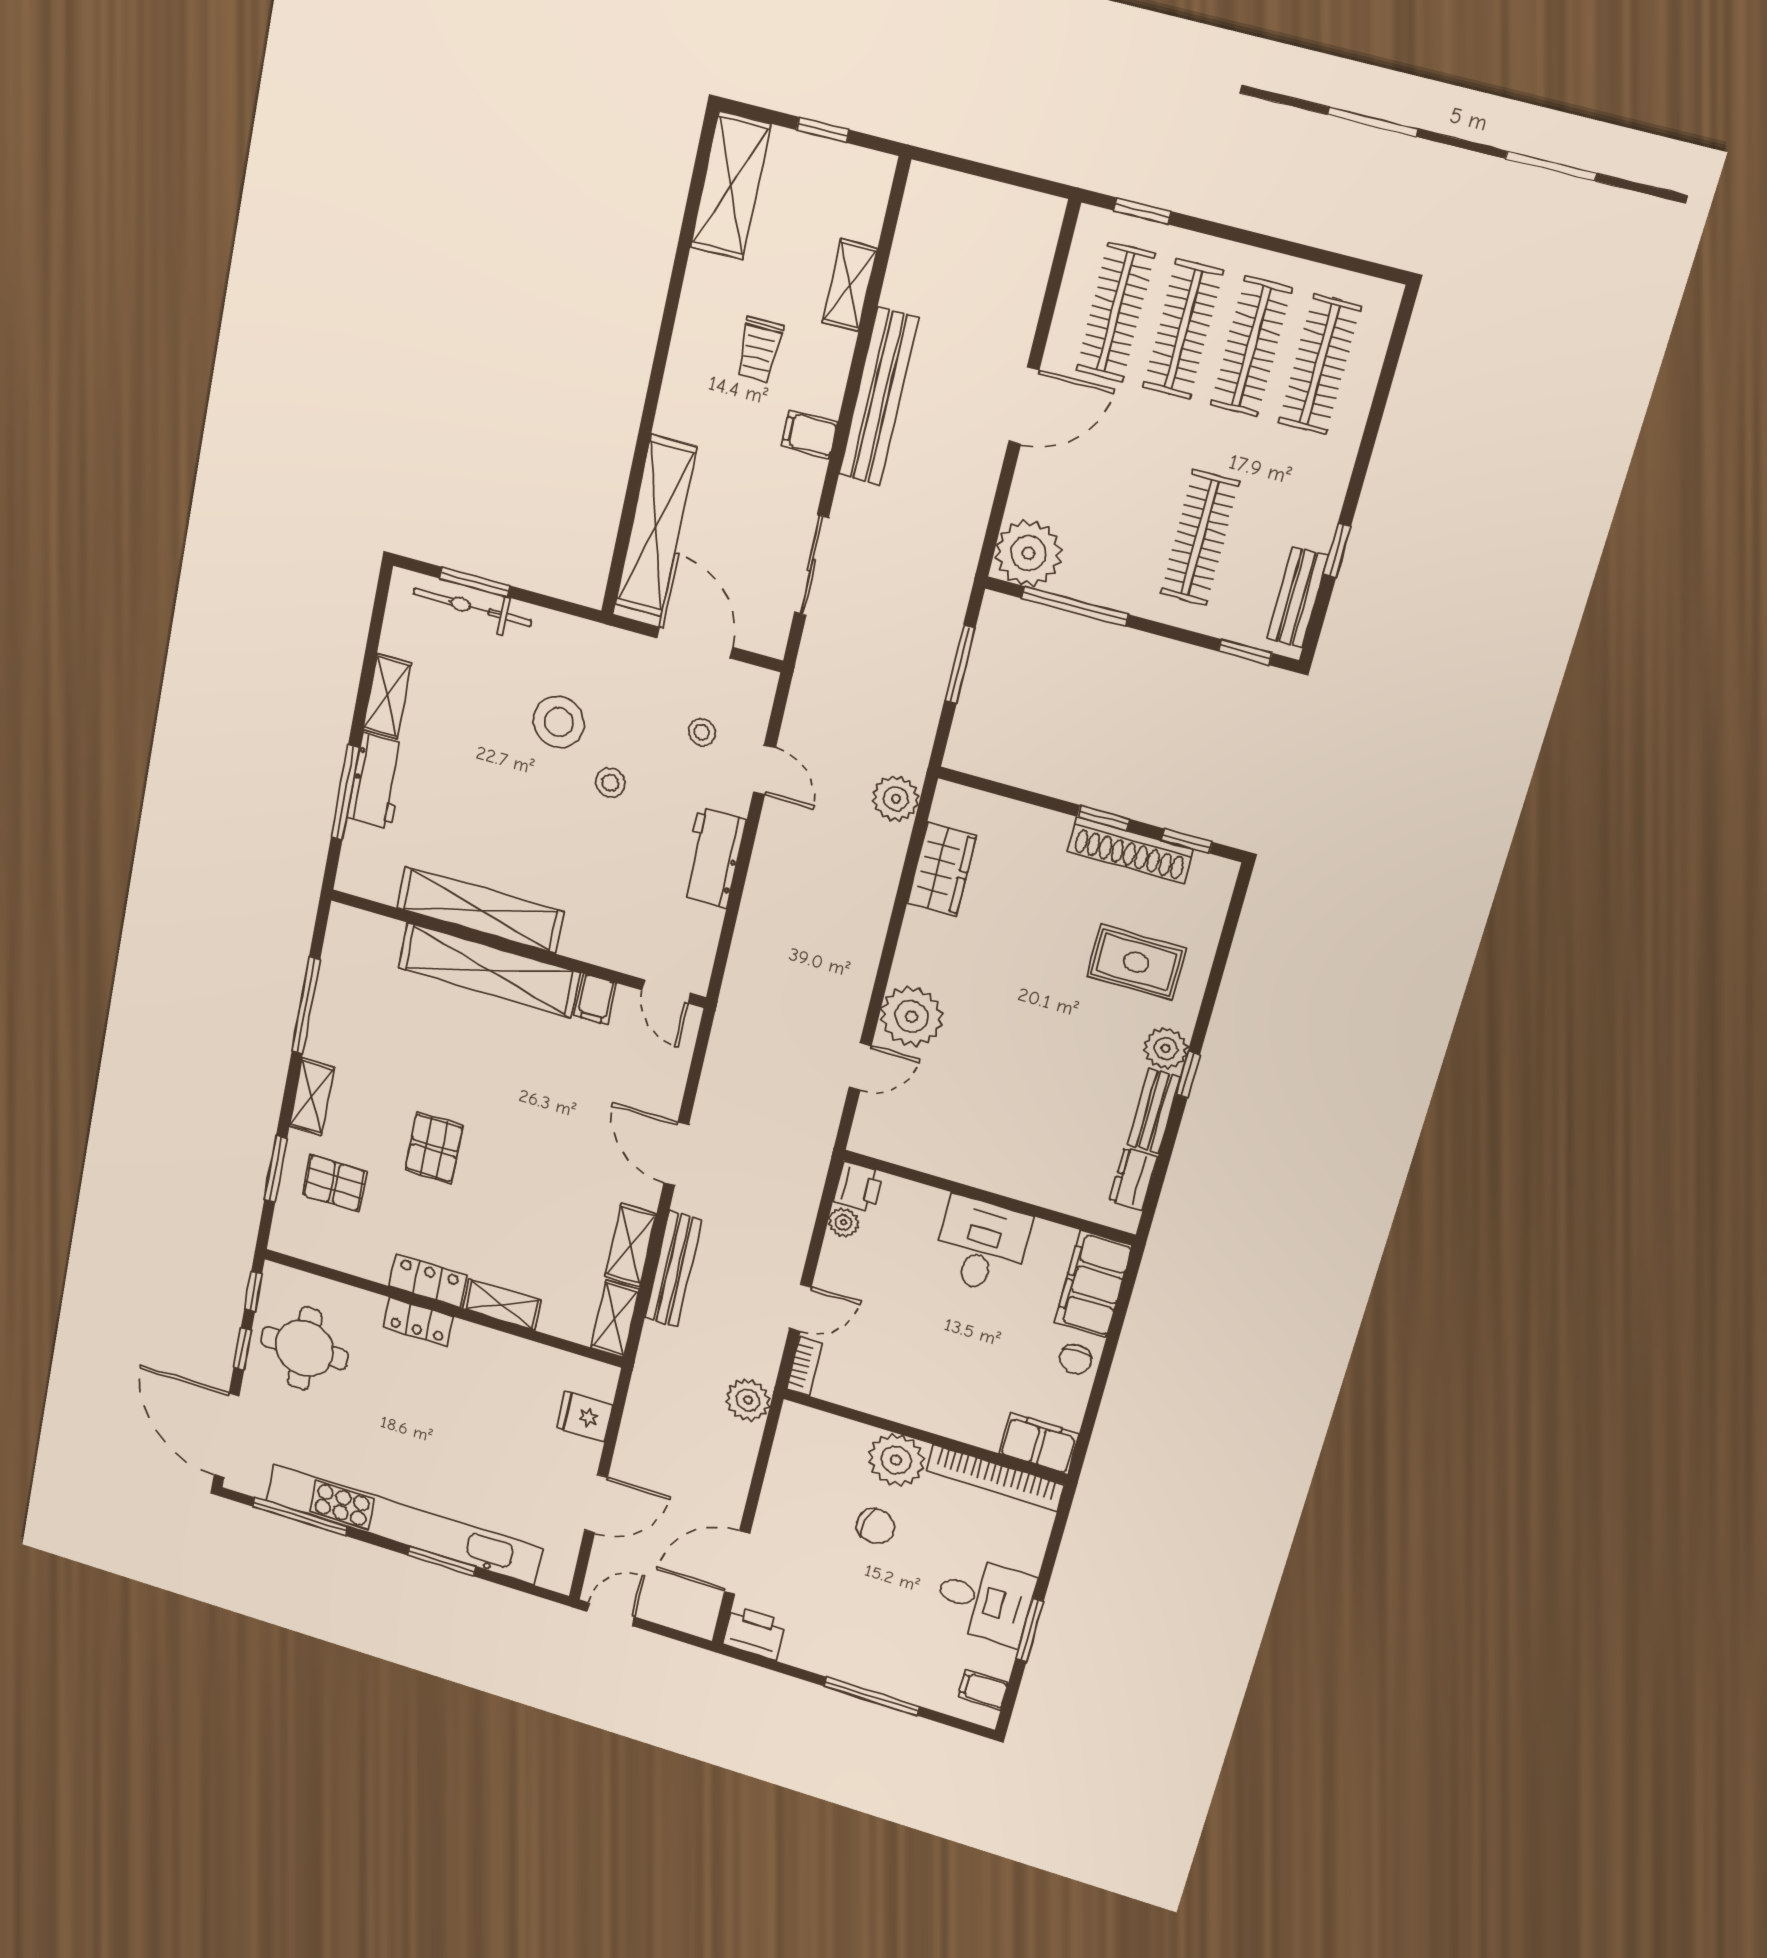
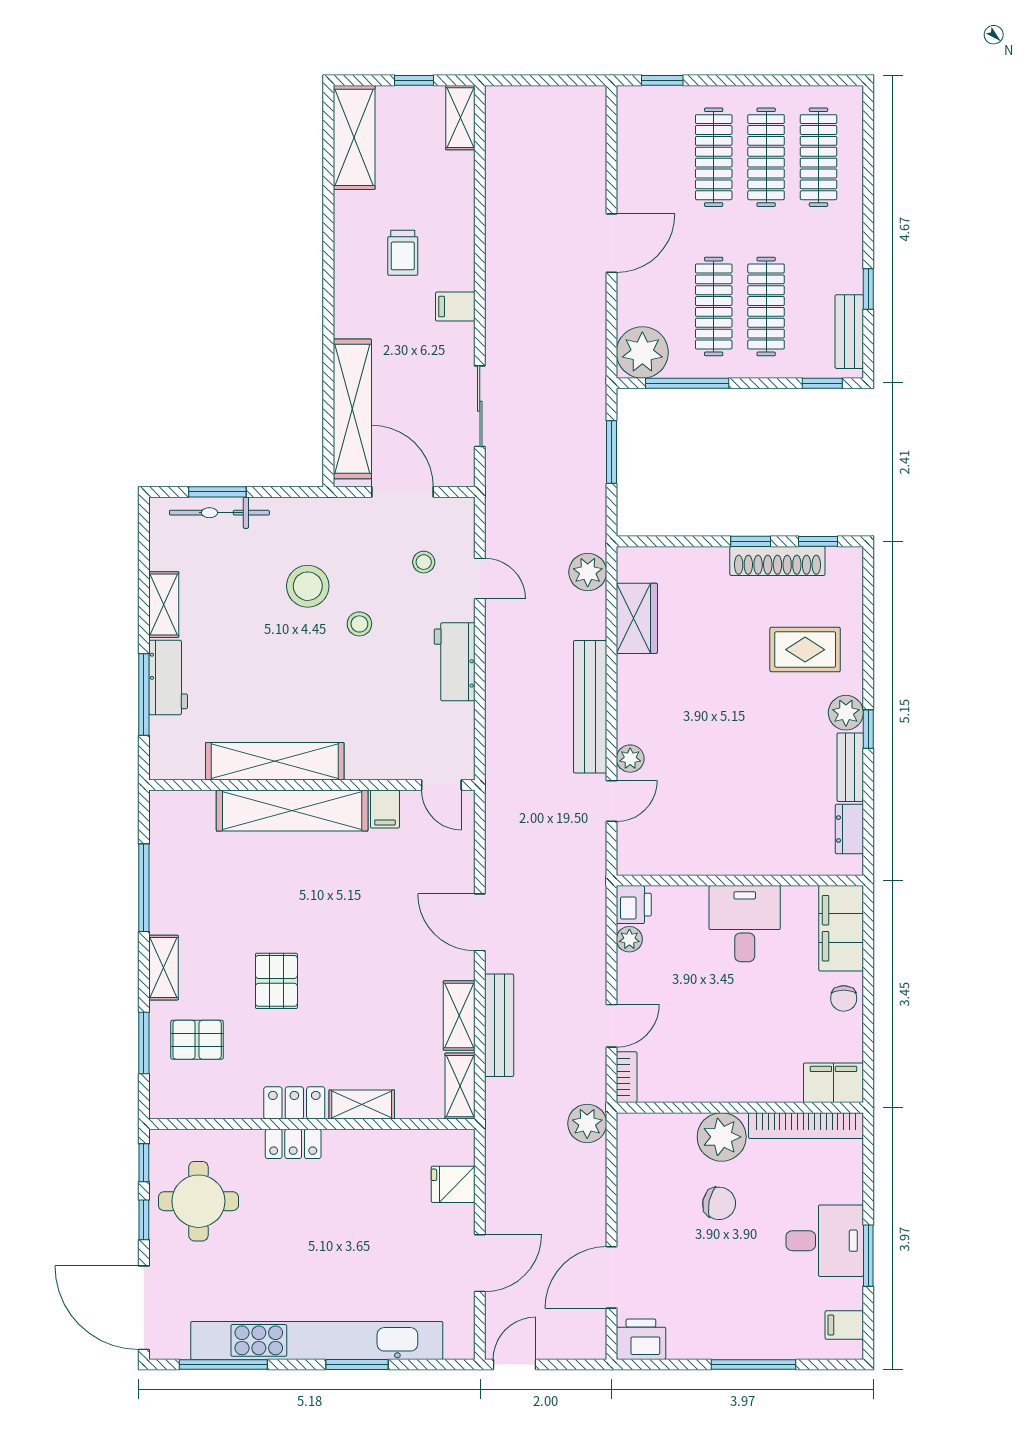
shelving: (850, 285) -> (460, 118), moved
clothes rail: (1115, 312) -> (714, 306), moved
bench: (879, 397) -> (590, 707), moved
plant: (911, 1017) -> (630, 759), width x0.53, depth x0.53

